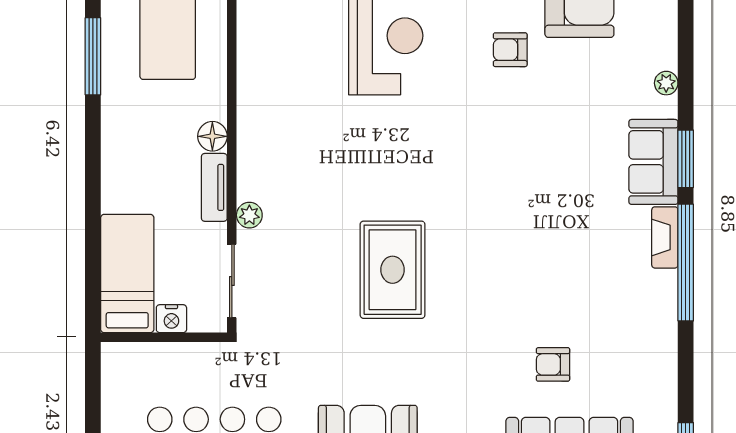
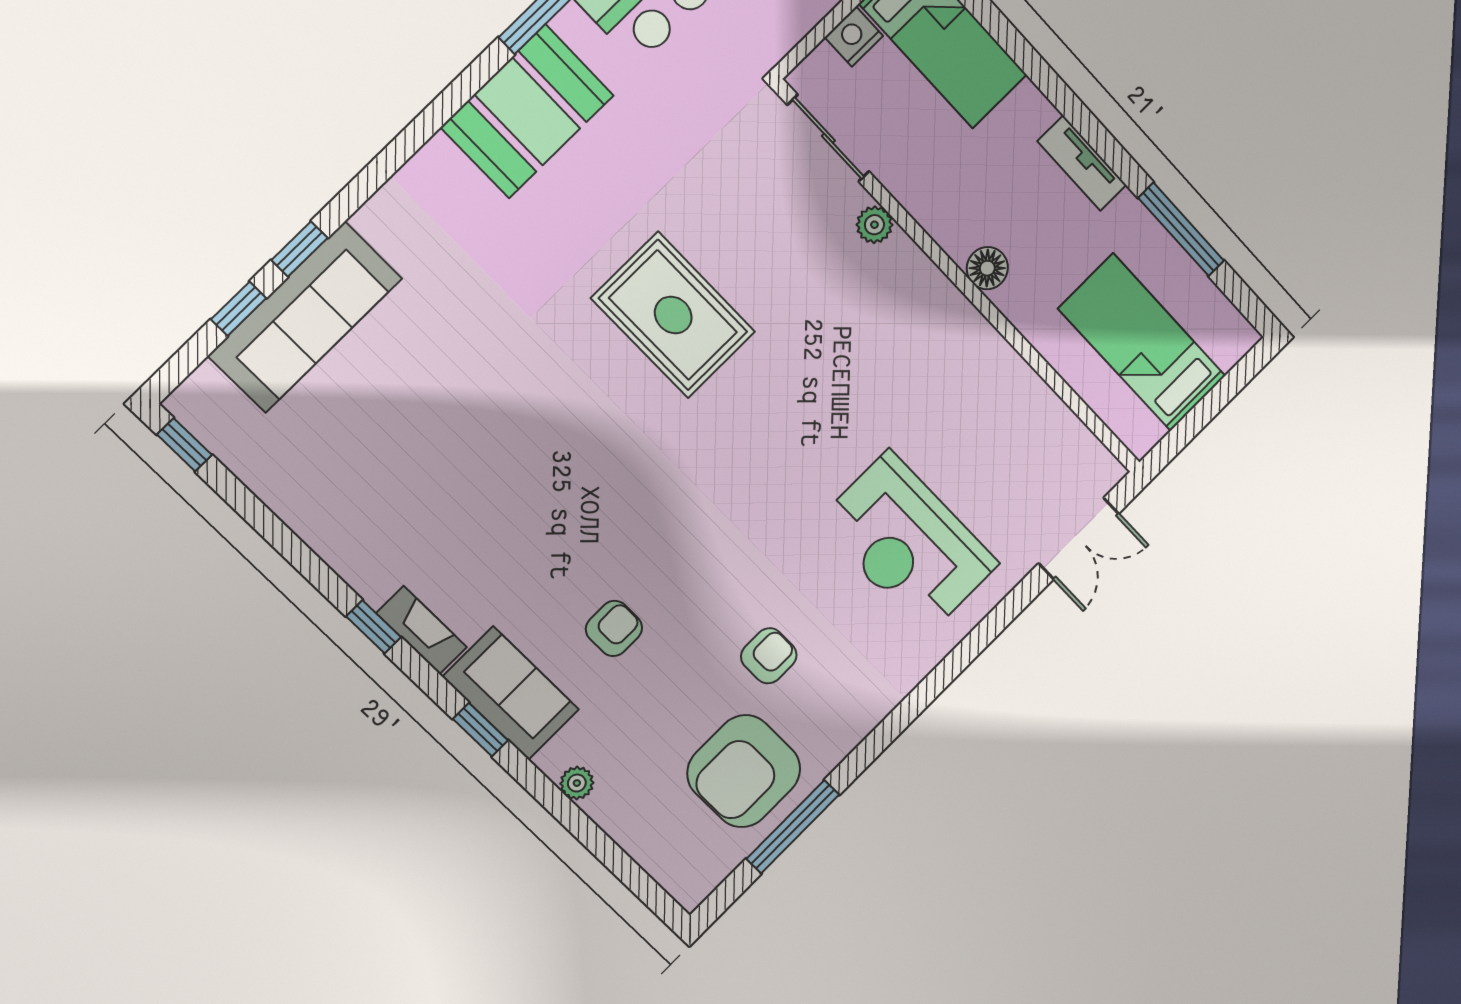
window: (686, 159) -> (480, 730), width x0.67
tv unit: (214, 187) -> (1082, 163), moved, turned 180
window: (686, 263) -> (374, 627), width x0.32
armchair: (553, 364) -> (614, 628), moved

